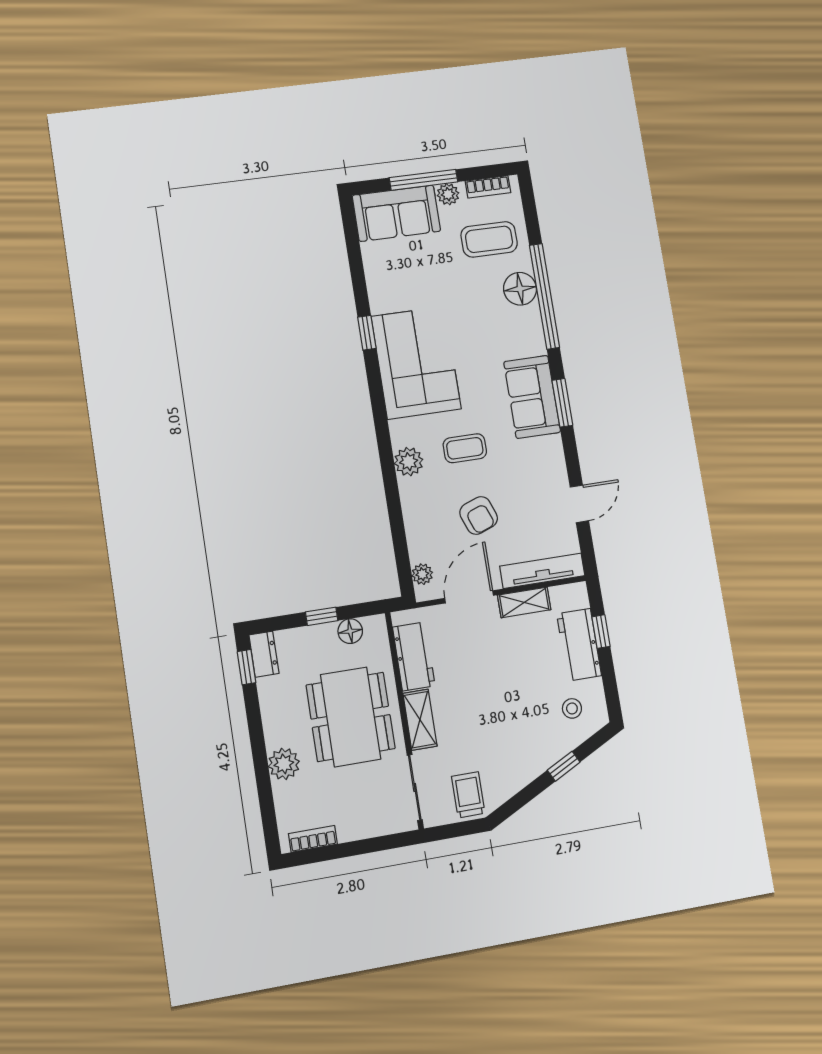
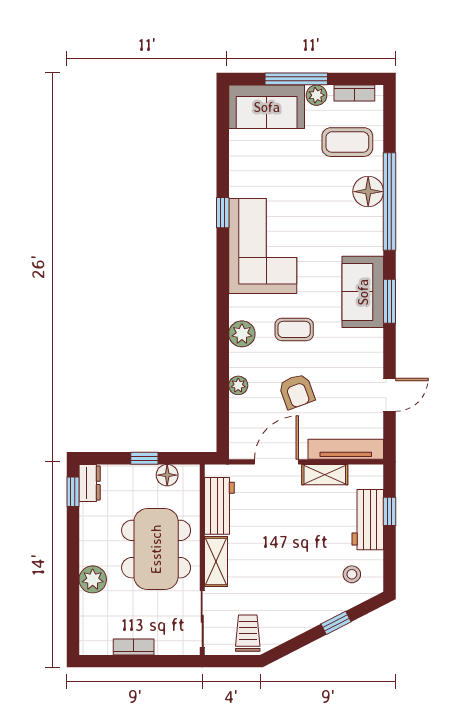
plant: (422, 574) -> (238, 385), moved
bookcase: (313, 839) -> (134, 647), moved

